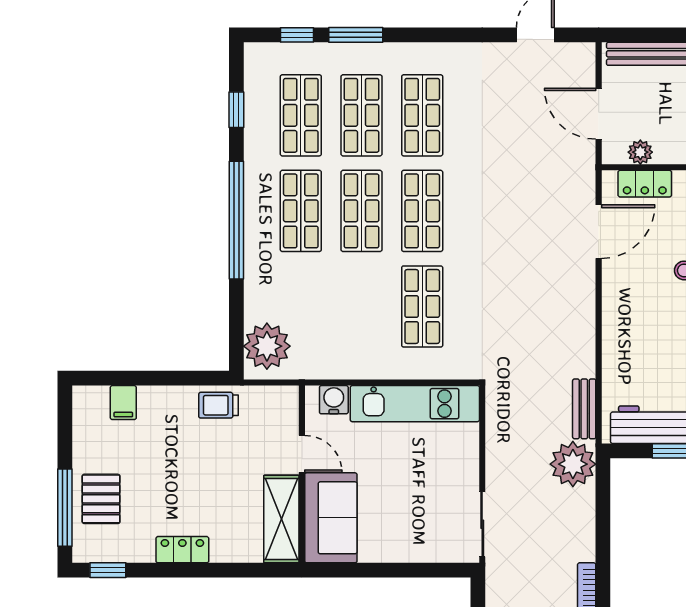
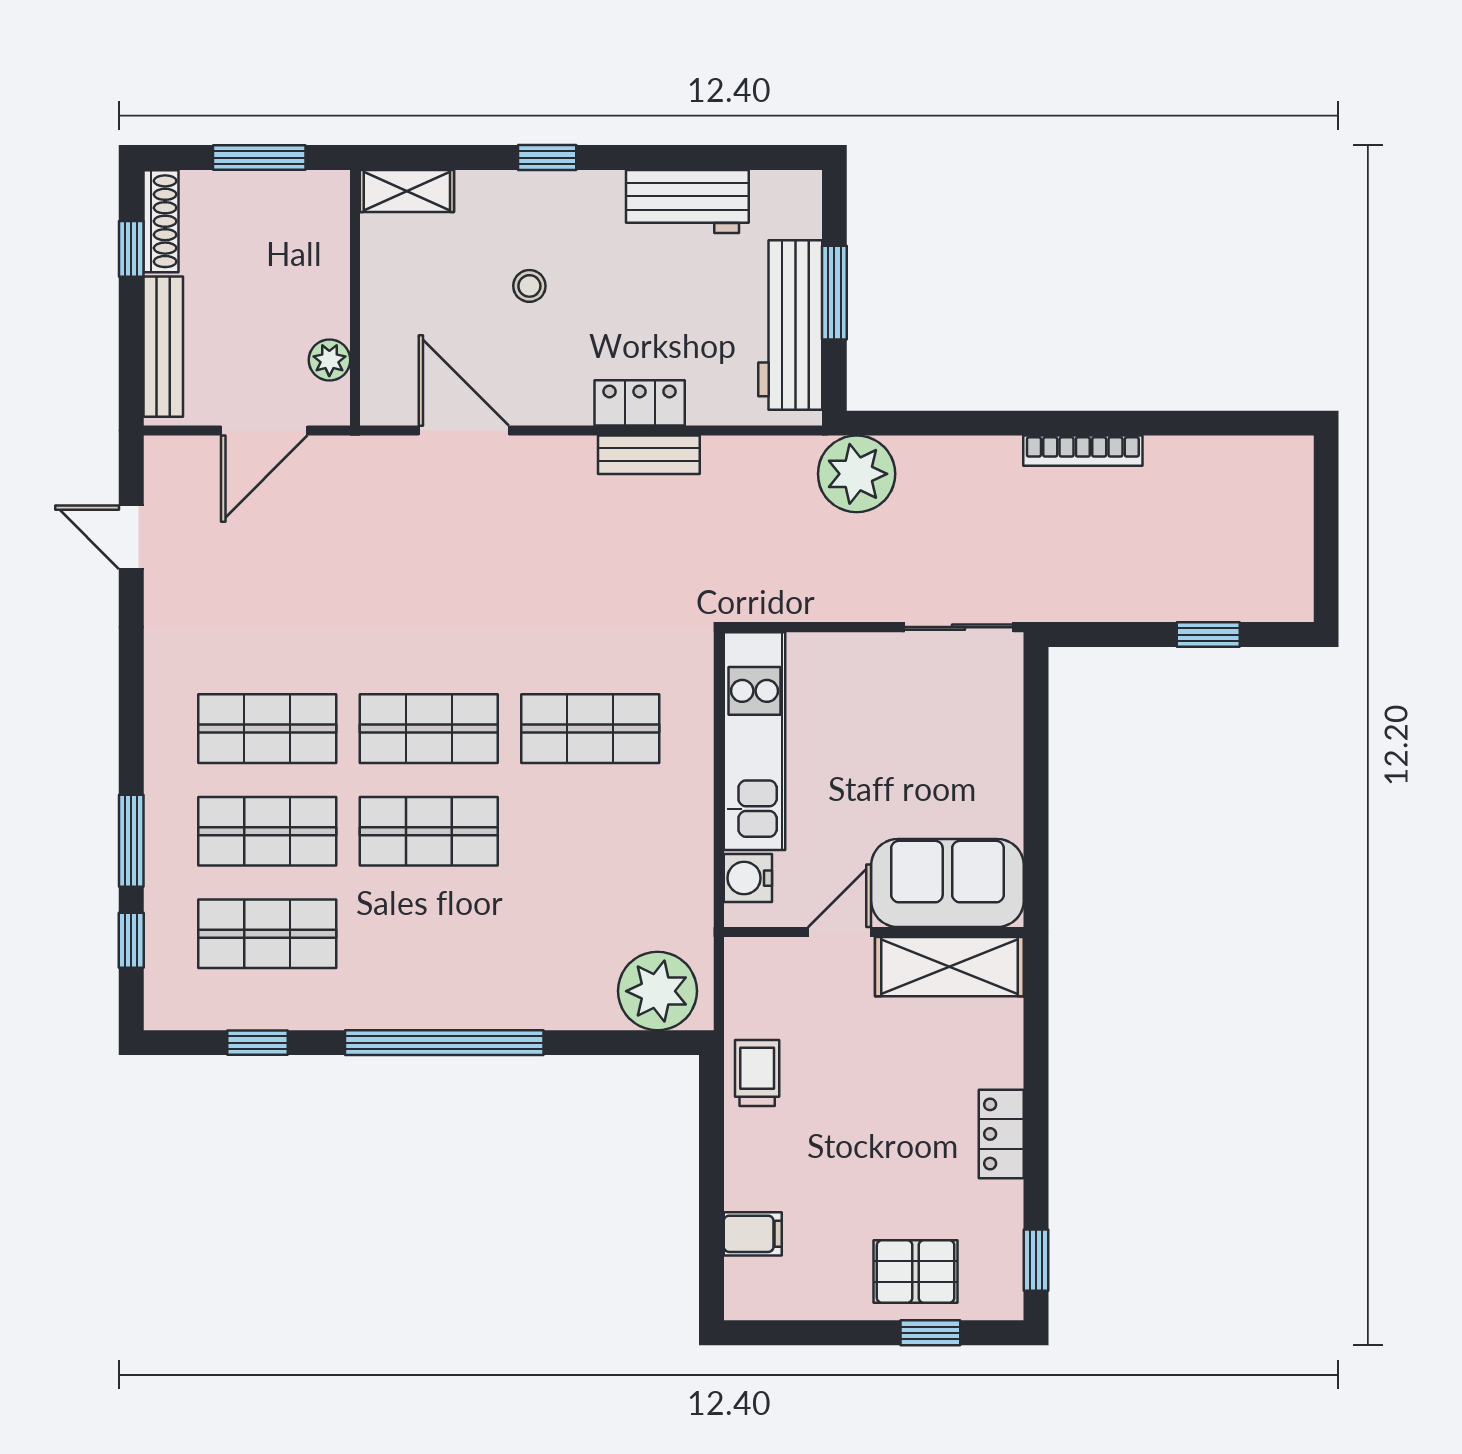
locker: (645, 184) -> (640, 403), moved, turned -90
shop shelf: (301, 211) -> (429, 934), removed
trolley: (218, 405) -> (757, 1073), turned 180
bench: (584, 409) -> (649, 455), moved
window: (65, 508) -> (930, 1333), width x0.46

